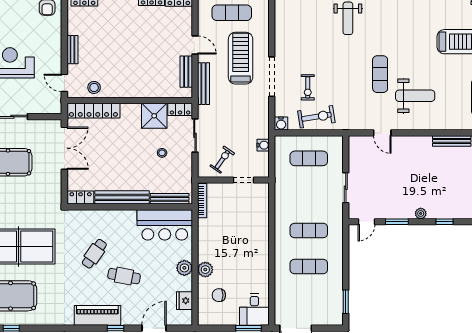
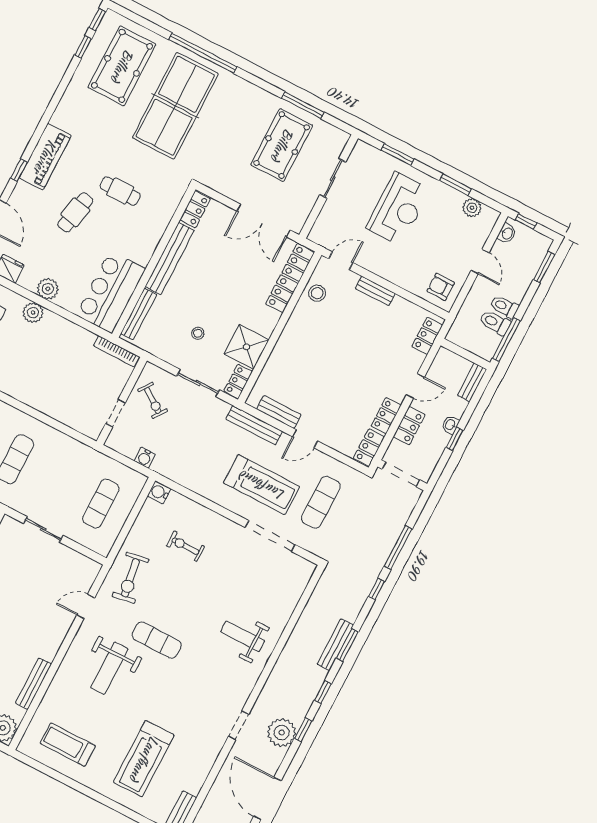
doorway: (272, 77) -> (270, 536), moved
exercise bike: (316, 117) -> (130, 578), moved
cafe table: (94, 254) -> (120, 191), turned -35

